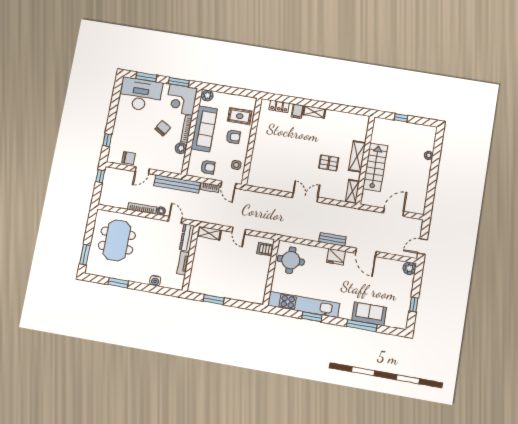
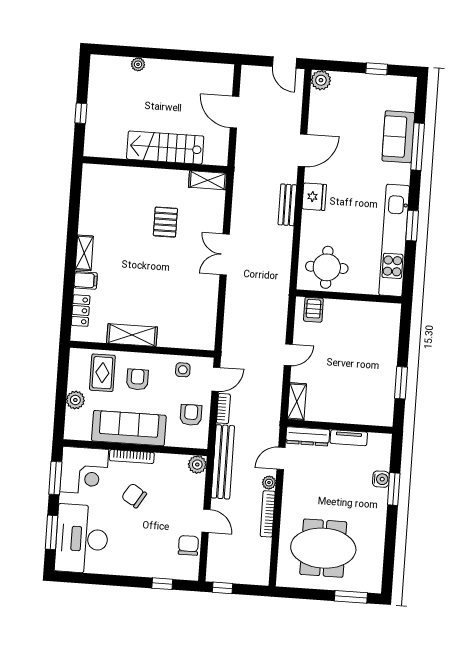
plant: (207, 96) -> (75, 400), moved
plant: (181, 148) -> (197, 465), moved
shelving: (357, 156) -> (132, 335), moved
window: (118, 283) -> (394, 489), moved

